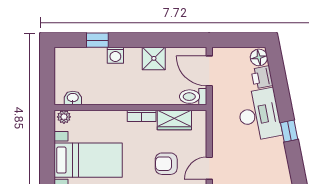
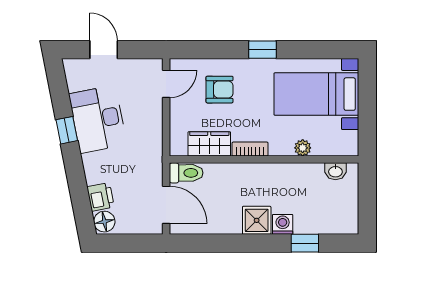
shower: (154, 58) -> (257, 220), moved
desk: (259, 115) -> (98, 119), moved
plant: (64, 117) -> (303, 148), moved

